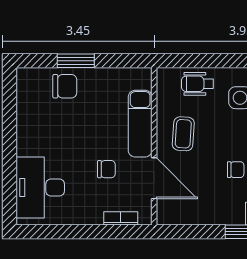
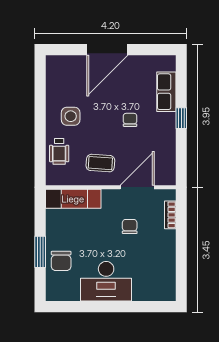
chair: (65, 86) -> (61, 261), turned 180
exam couch: (140, 124) -> (73, 199), moved
desk: (40, 188) -> (106, 281), moved

